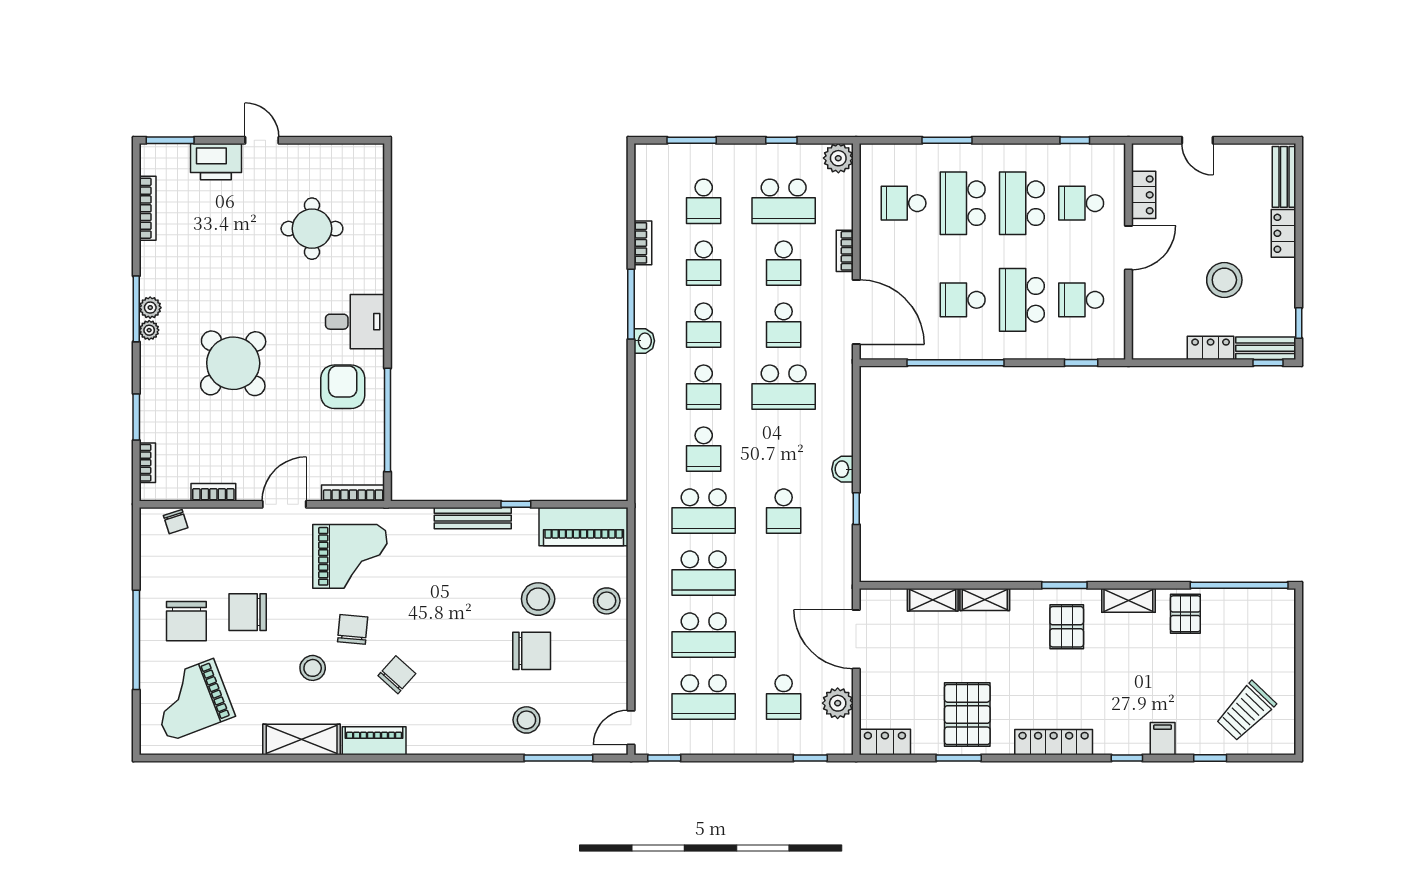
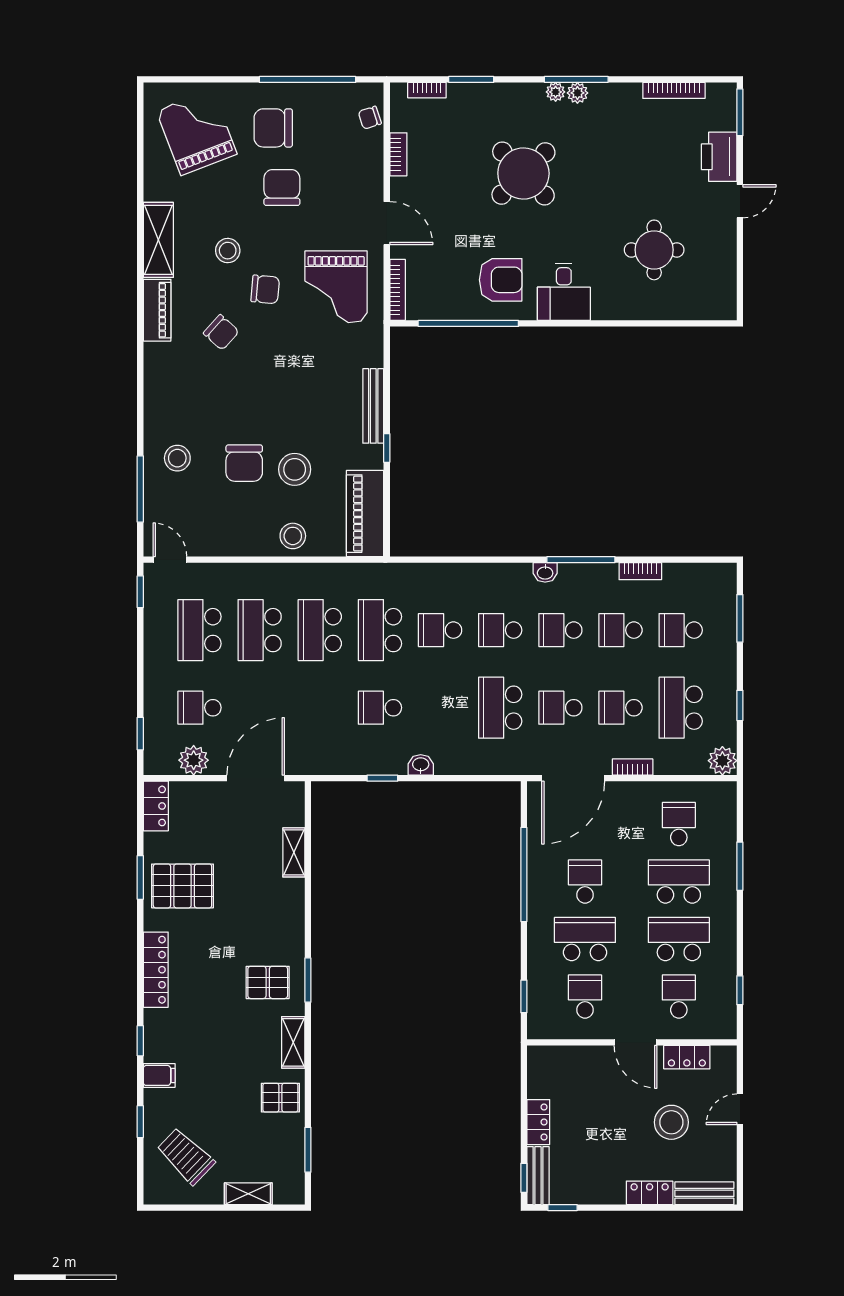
stool: (1224, 280) -> (671, 1122), moved
window: (1239, 585) -> (308, 1150), width x0.47
shelving: (985, 600) -> (248, 1194), moved, turned 90
window: (136, 640) -> (307, 79), moved

